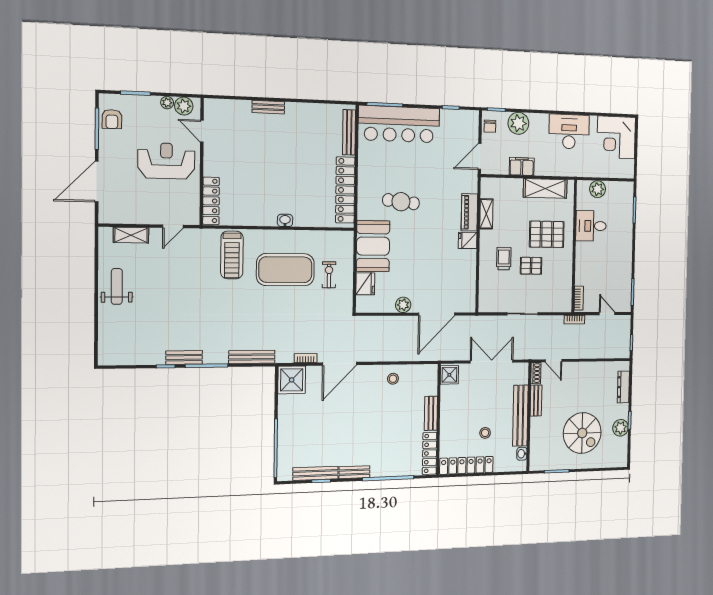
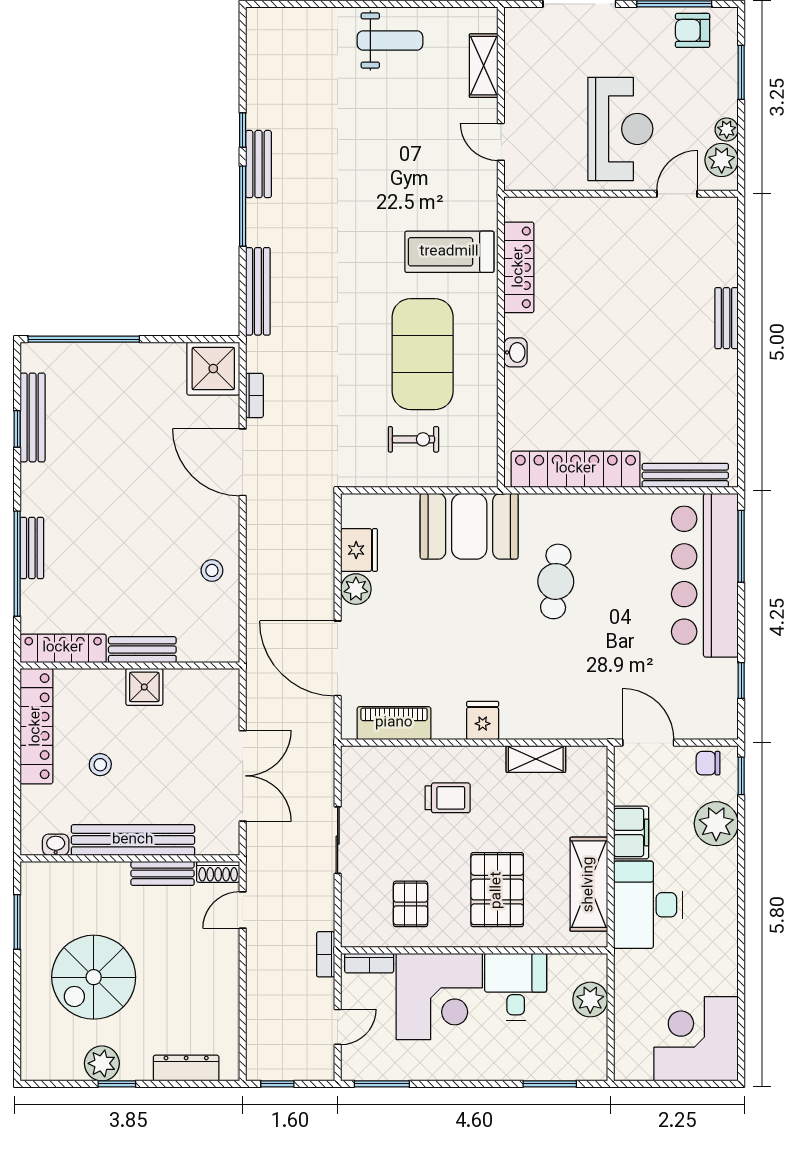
desk: (569, 132) -> (648, 905), moved, turned 180
locker: (211, 201) -> (519, 267), moved, turned -90
piano: (469, 212) -> (394, 723), moved
corner desk: (595, 264) -> (439, 996), added
pallet: (531, 266) -> (411, 904), moved
fridge: (365, 284) -> (359, 550), moved, turned -90
shower: (449, 375) -> (144, 687), moved
bench: (354, 472) -> (32, 548), moved

